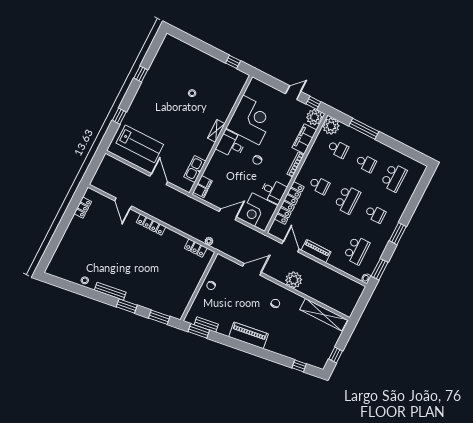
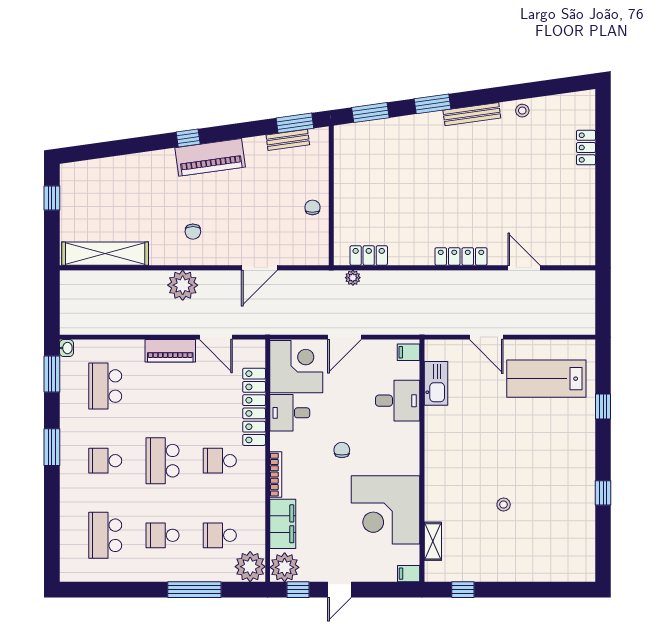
shelving: (216, 131) -> (433, 541), moved
desk: (231, 144) -> (398, 401), moved
filing cabinet: (205, 182) -> (409, 574), moved
locker: (83, 208) -> (586, 148), moved
window: (299, 366) -> (188, 138), moved

